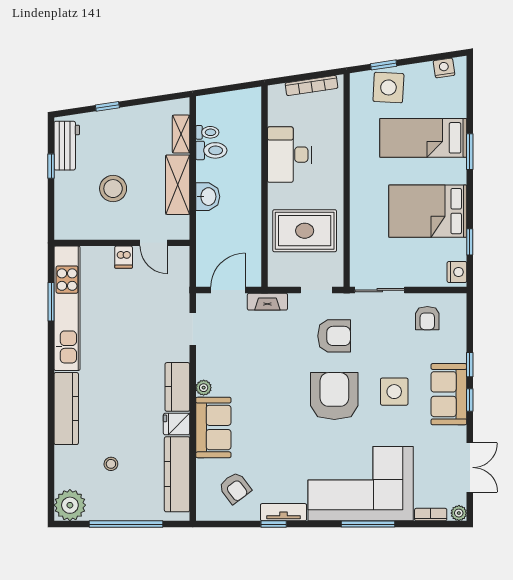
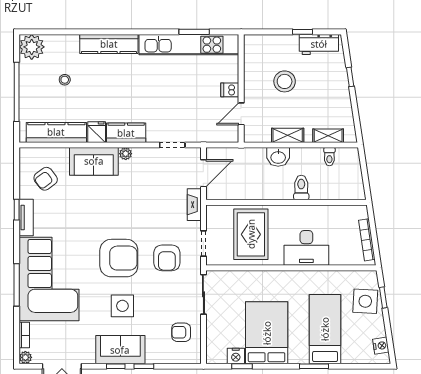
toilet: (211, 150) -> (301, 188), moved, turned 180
desk: (290, 155) -> (306, 248), moved, turned 180
shelving: (178, 185) -> (288, 135), width x0.67, depth x0.75
nightstand: (457, 272) -> (236, 356), moved
door: (228, 290) -> (203, 173), hinge flipped

